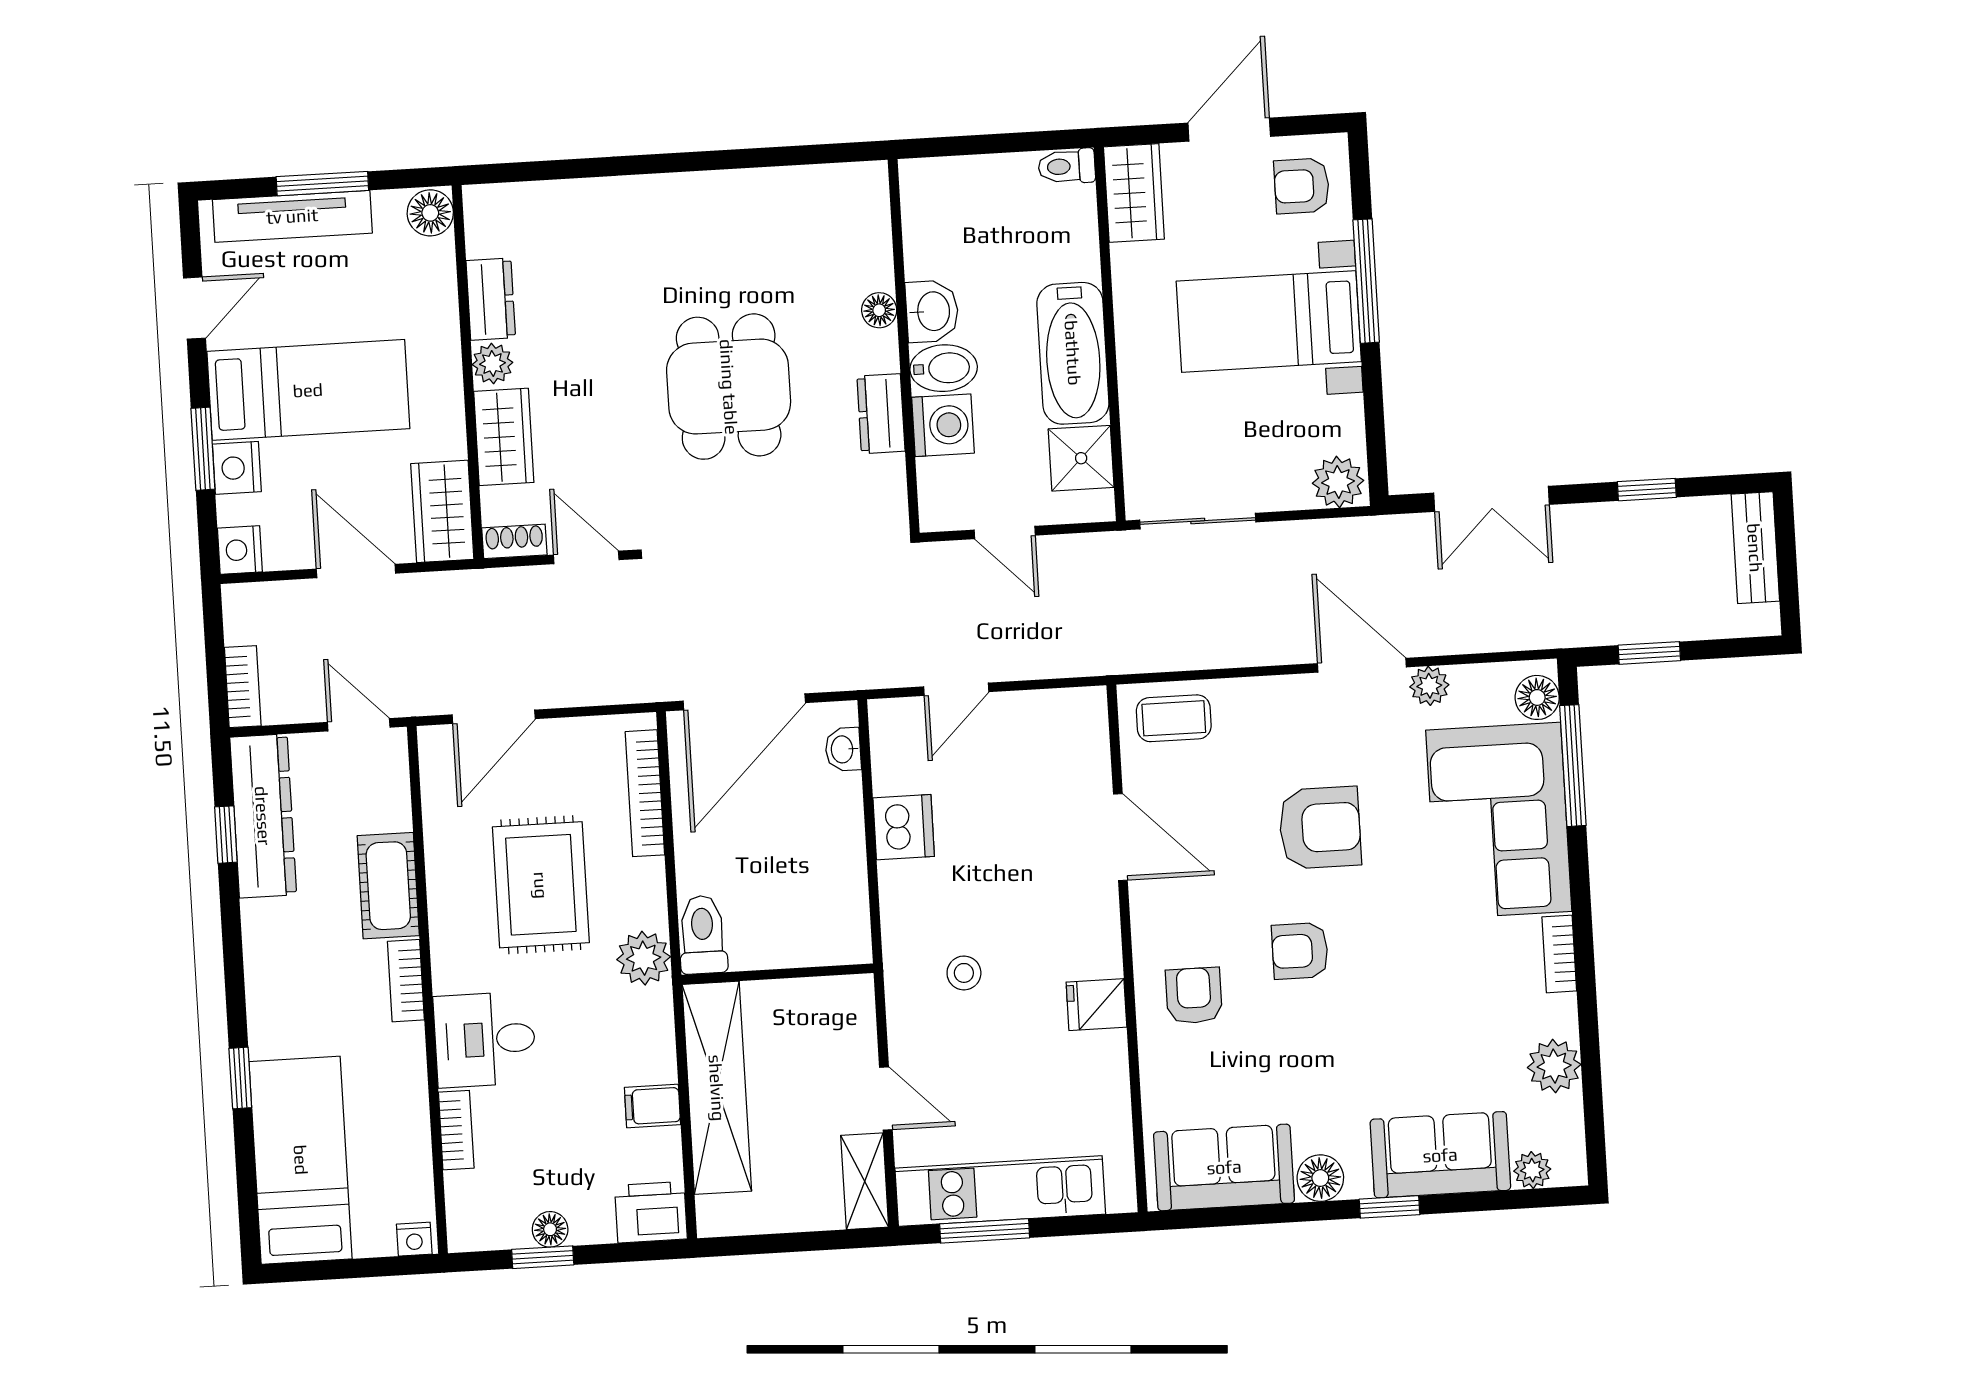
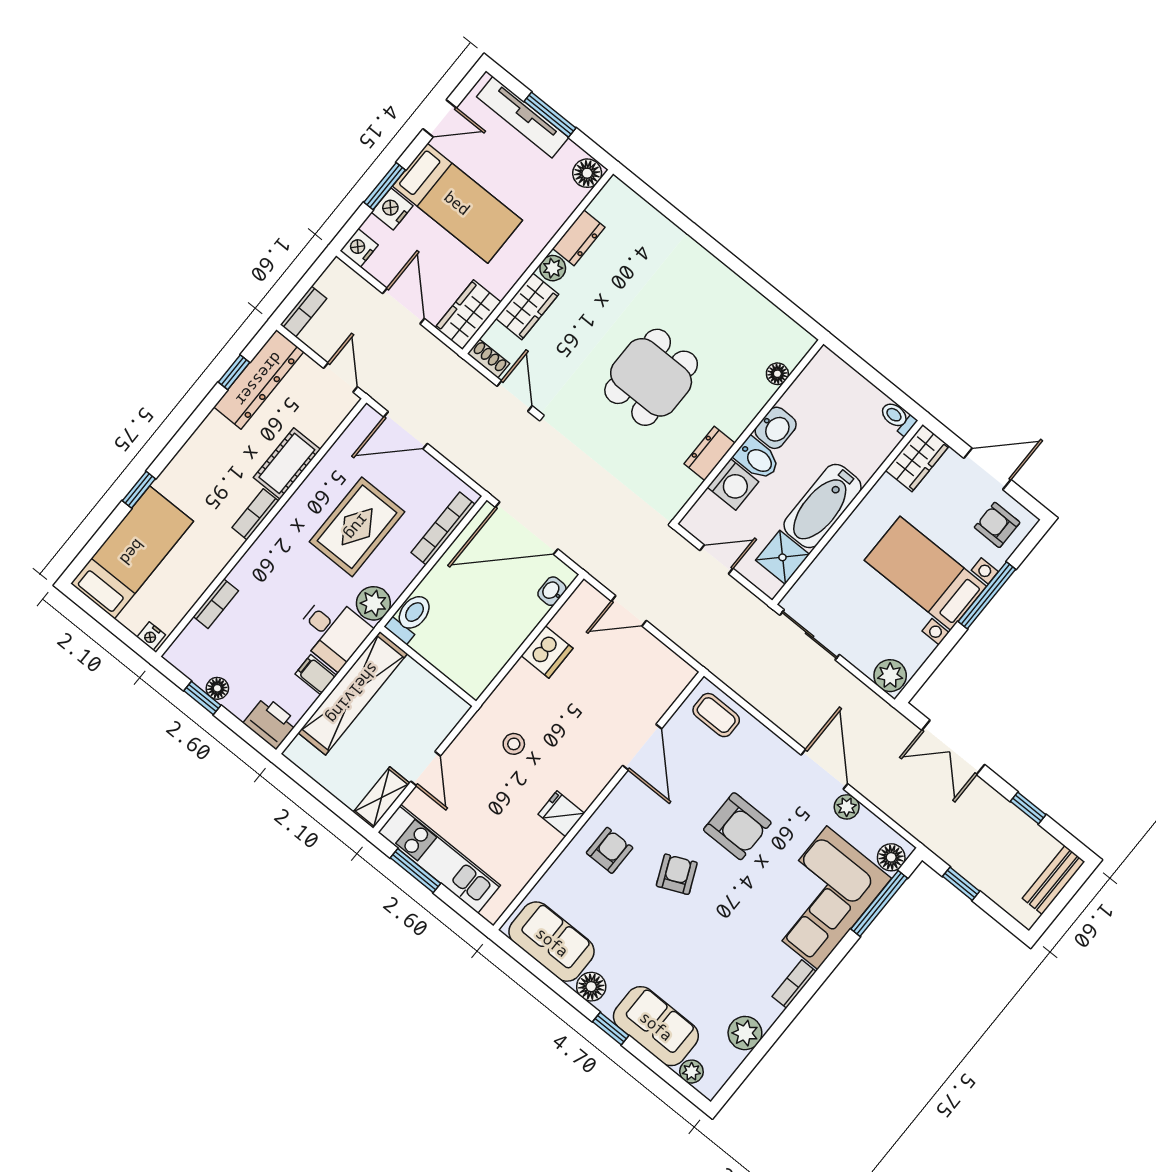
floor lamp: (879, 310) -> (777, 374), moved
door: (1005, 533) -> (716, 559), swing flipped
armchair: (1300, 951) -> (677, 874), turned 66
desk: (485, 1039) -> (333, 632), moved, turned 180

